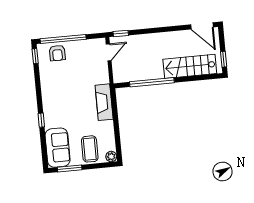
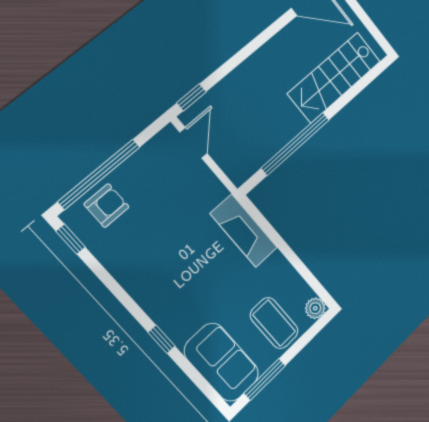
armchair: (57, 53) -> (107, 206), turned -90
window: (224, 59) -> (375, 32), removed

